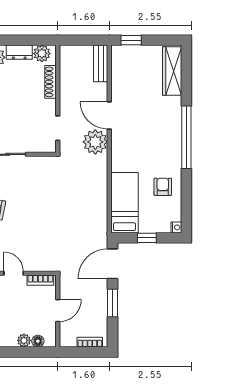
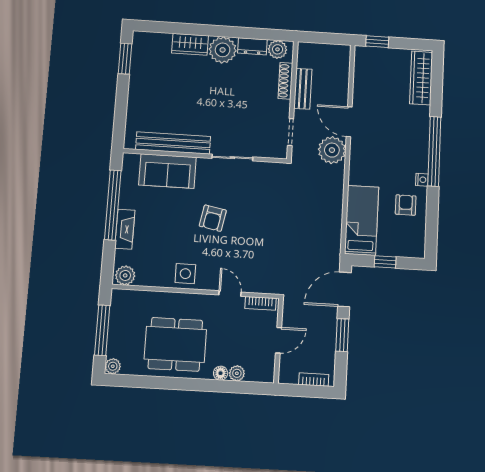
bench: (101, 63) -> (303, 89), moved
nightstand: (176, 227) -> (422, 180), moved
floor lamp: (38, 341) -> (221, 373), moved

